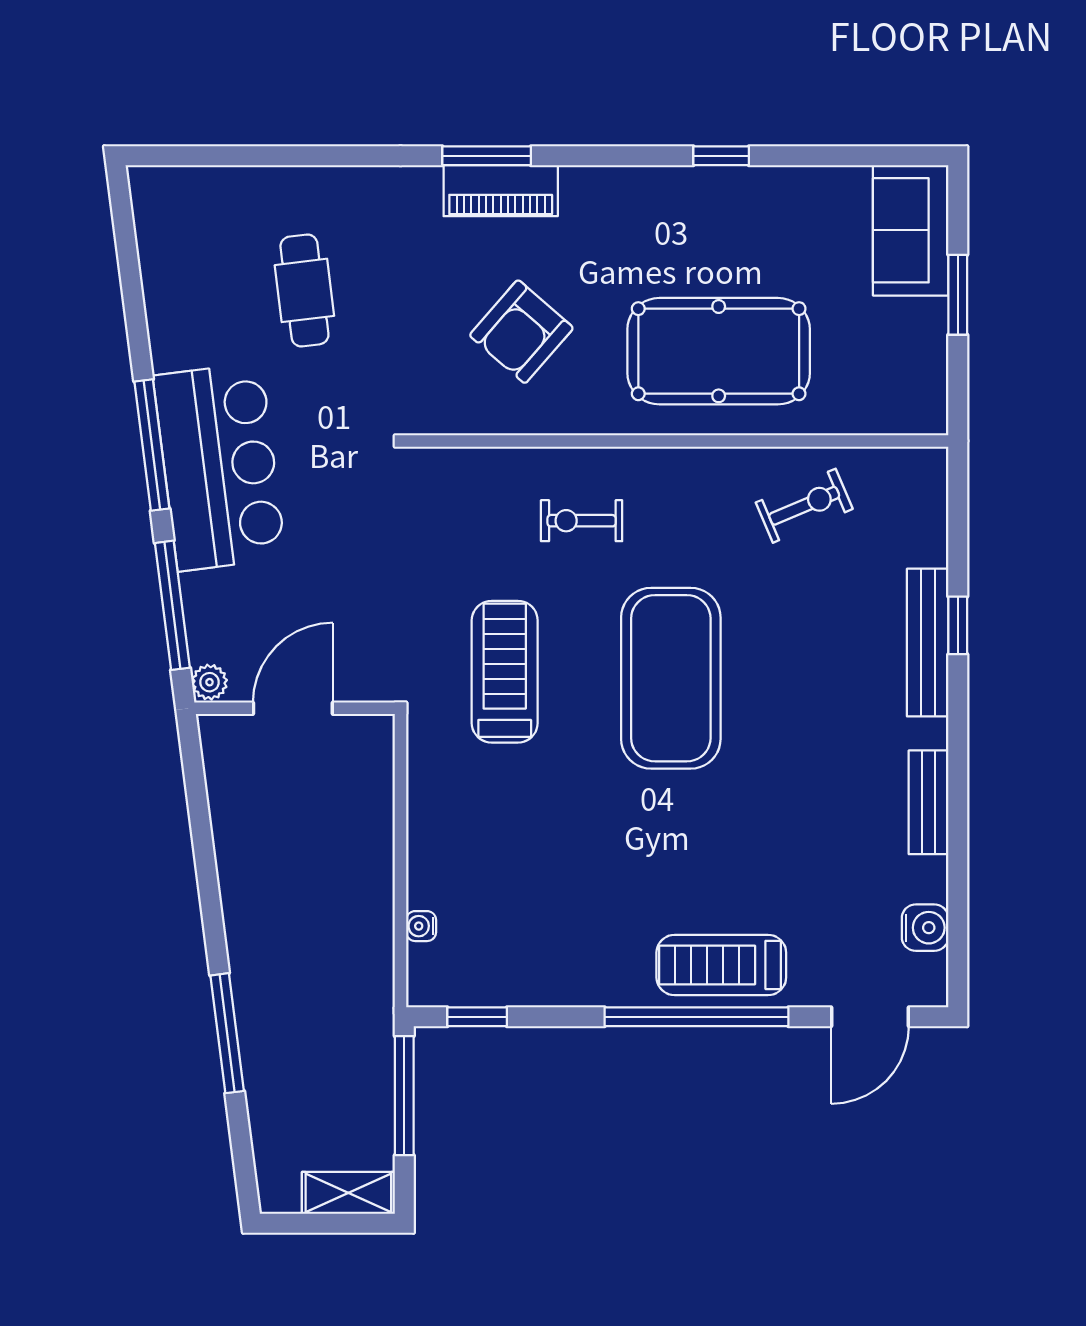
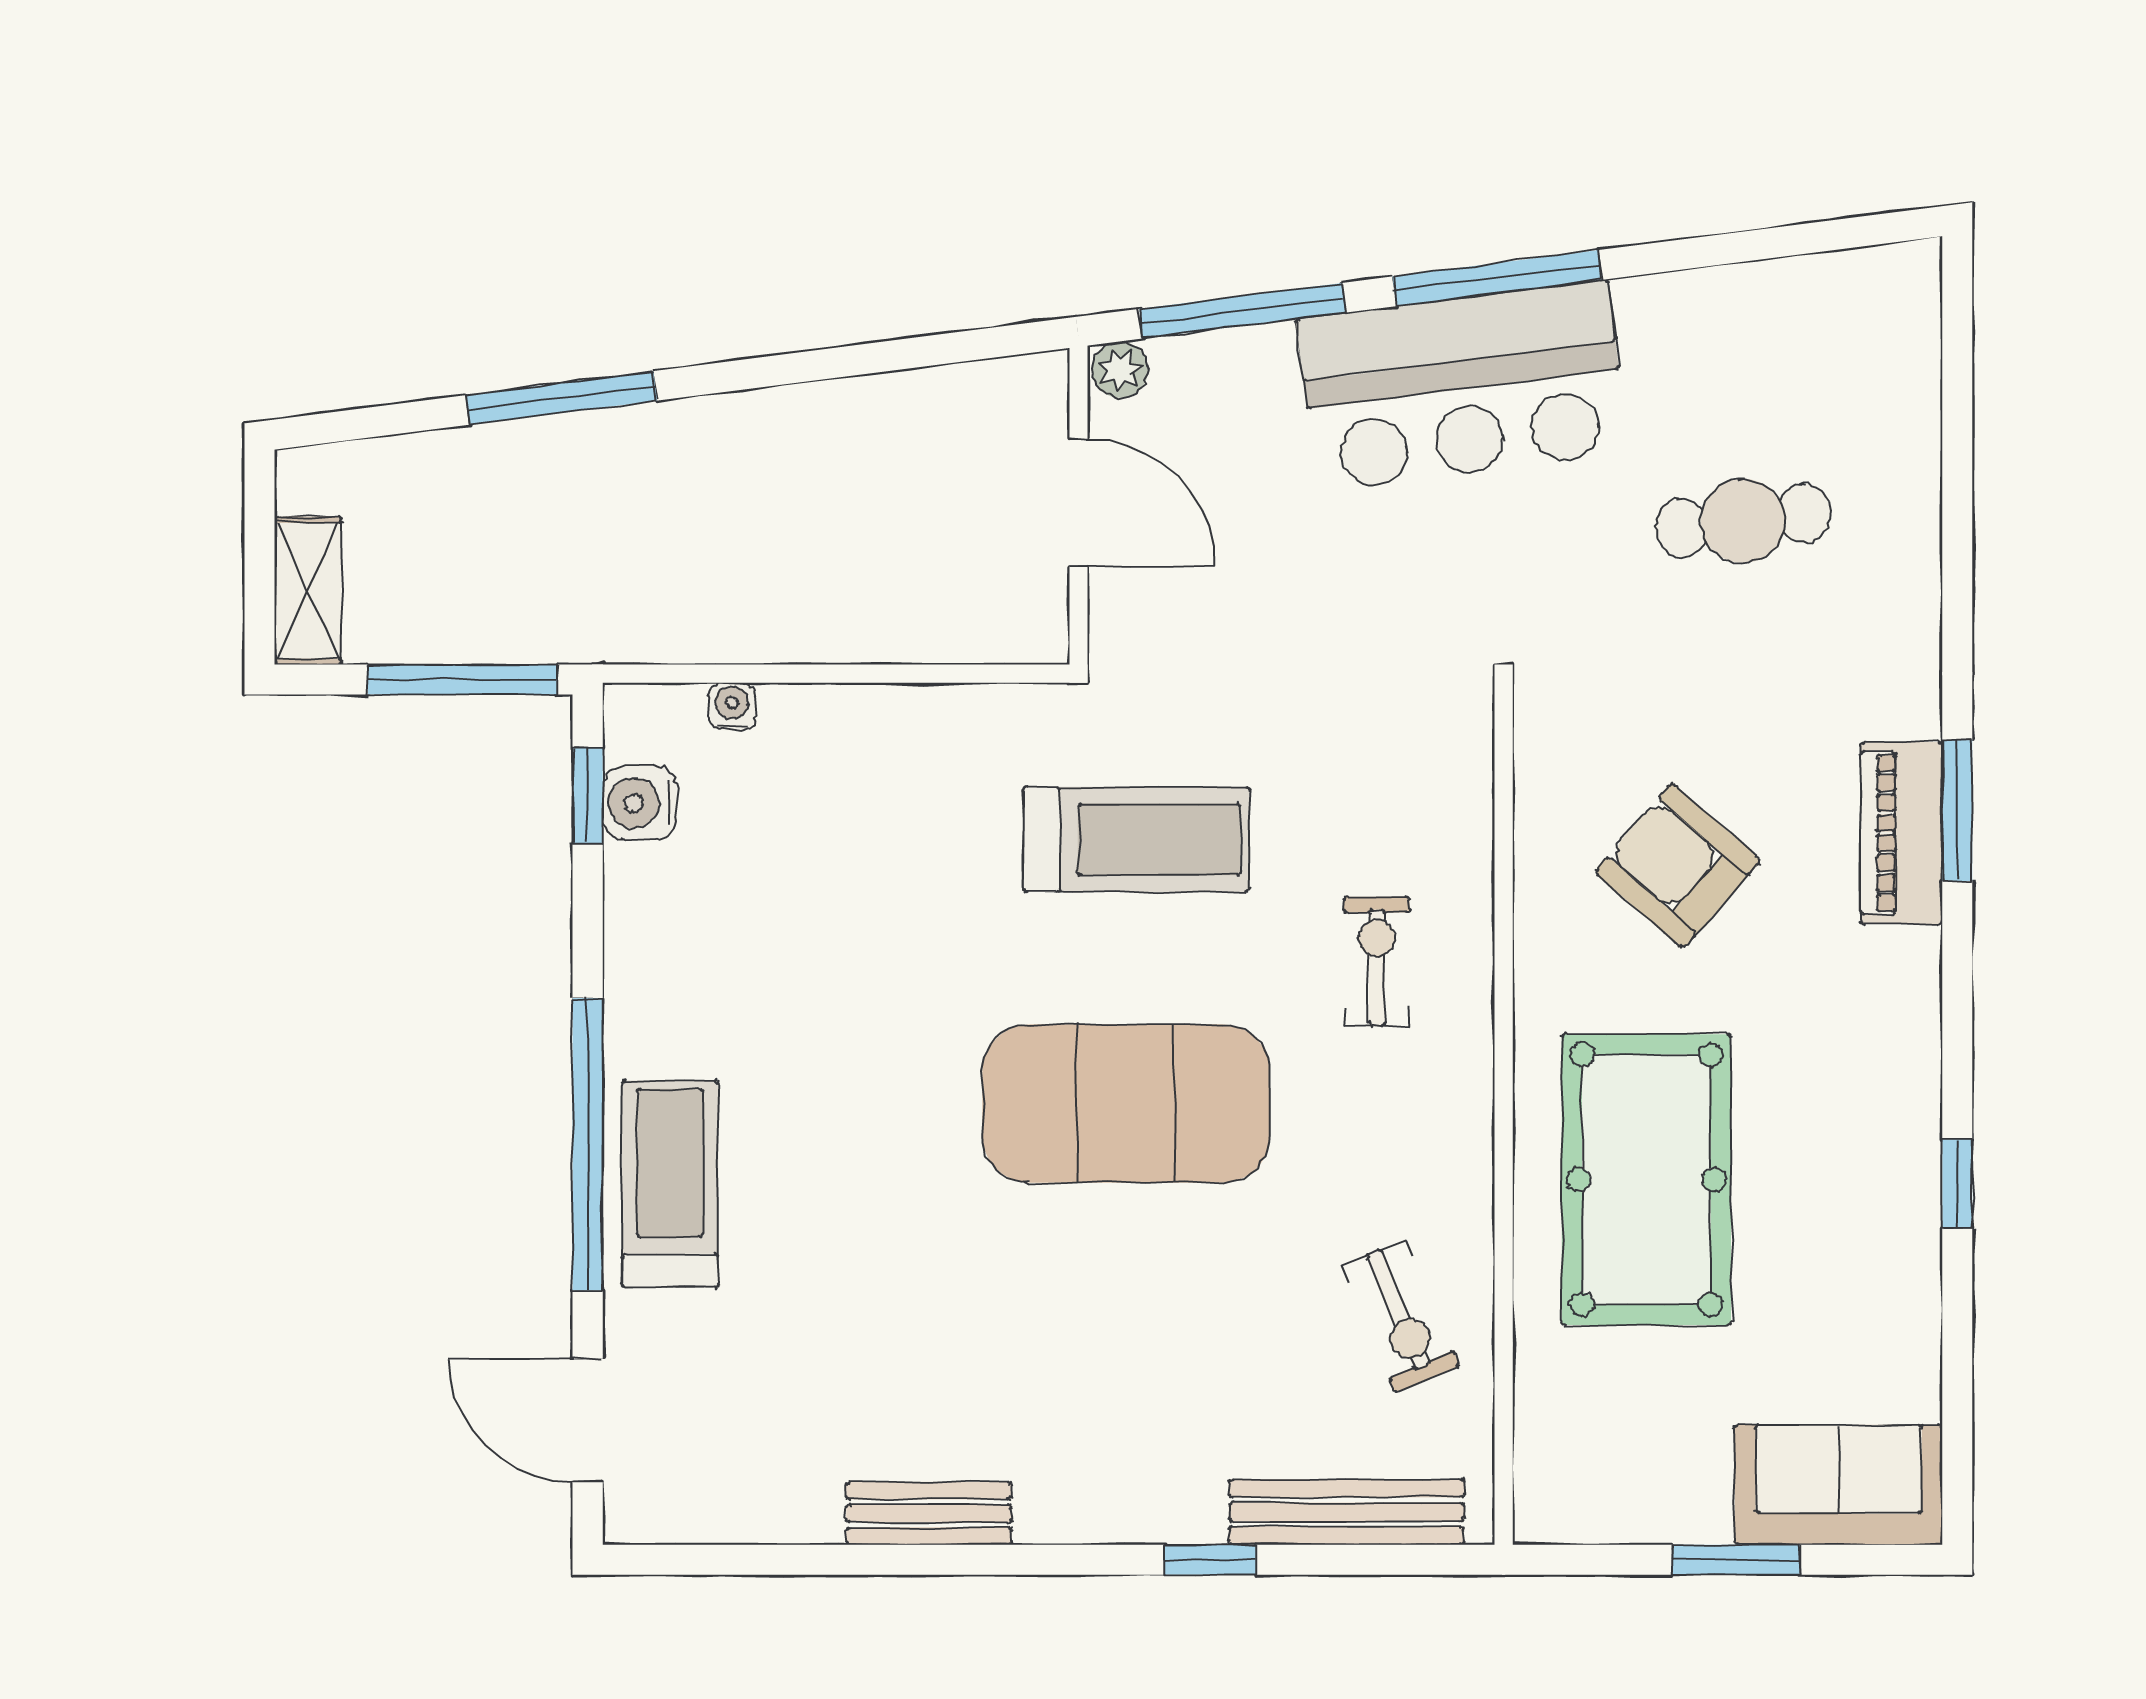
bench: (928, 643) -> (1346, 1512), moved
water cooler: (925, 928) -> (640, 803), moved, turned 90

